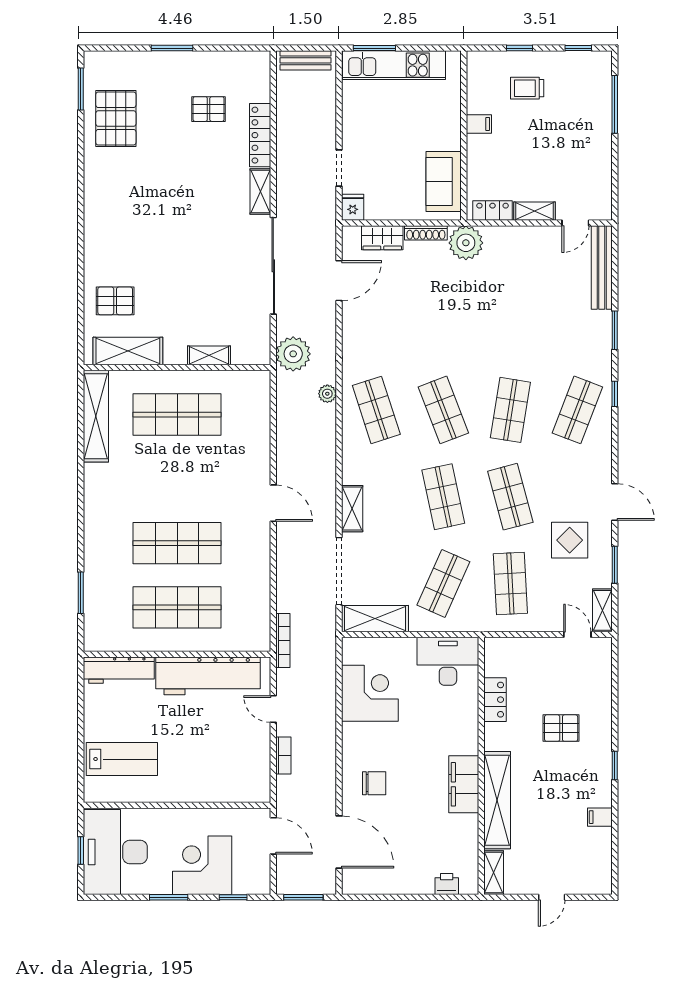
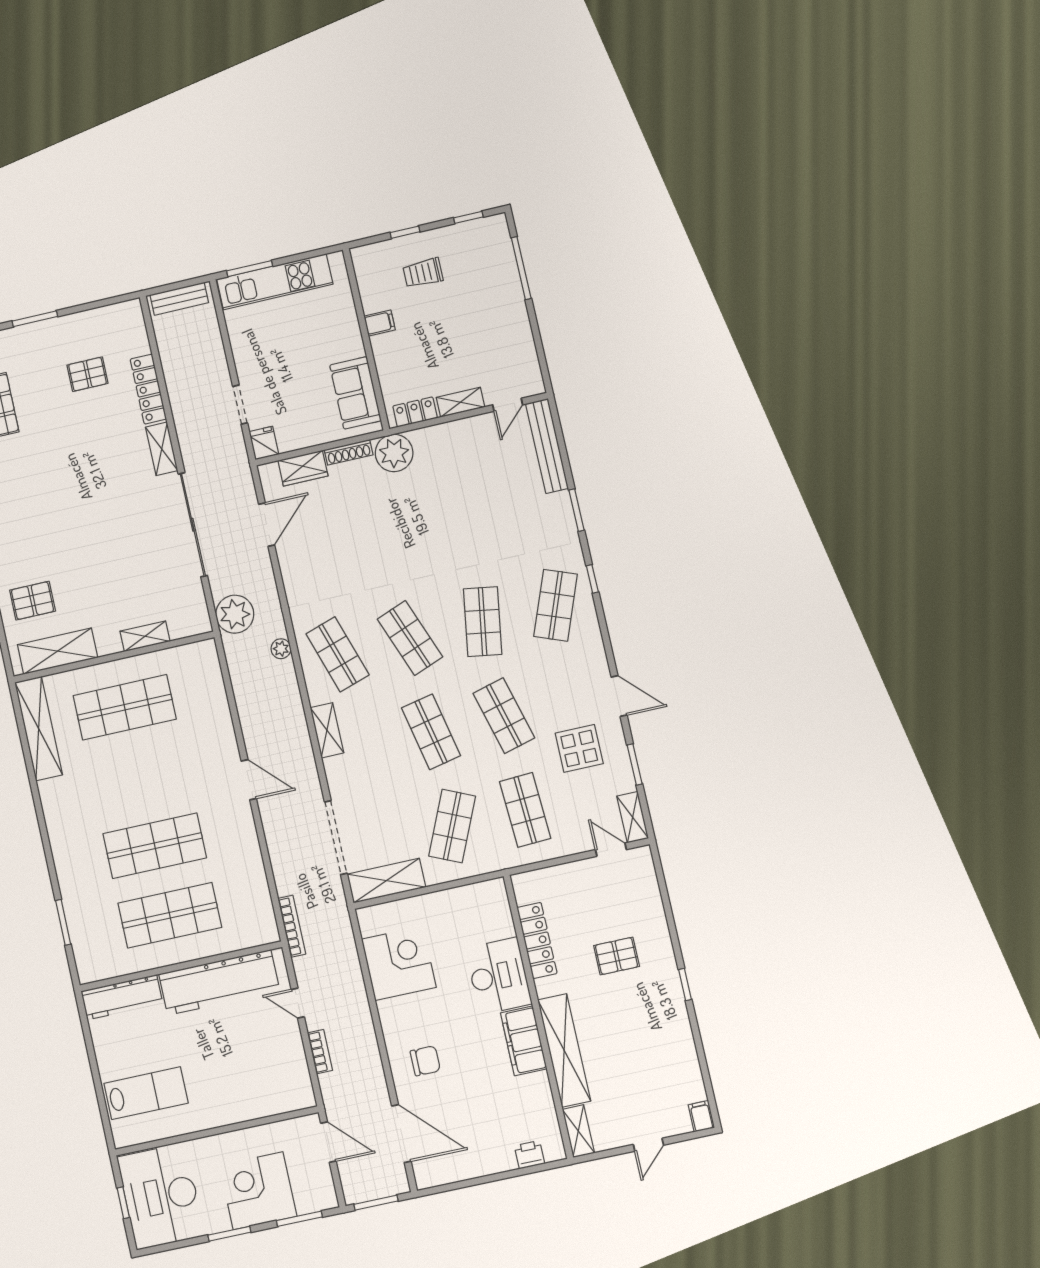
shelving: (352, 509) -> (327, 730), moved
desk: (448, 661) -> (498, 976), moved, turned 90
locker: (495, 700) -> (537, 940), width x1.53
filing cabinet: (600, 817) -> (701, 1116), moved, turned 90
window: (233, 897) -> (299, 1219), width x1.50

